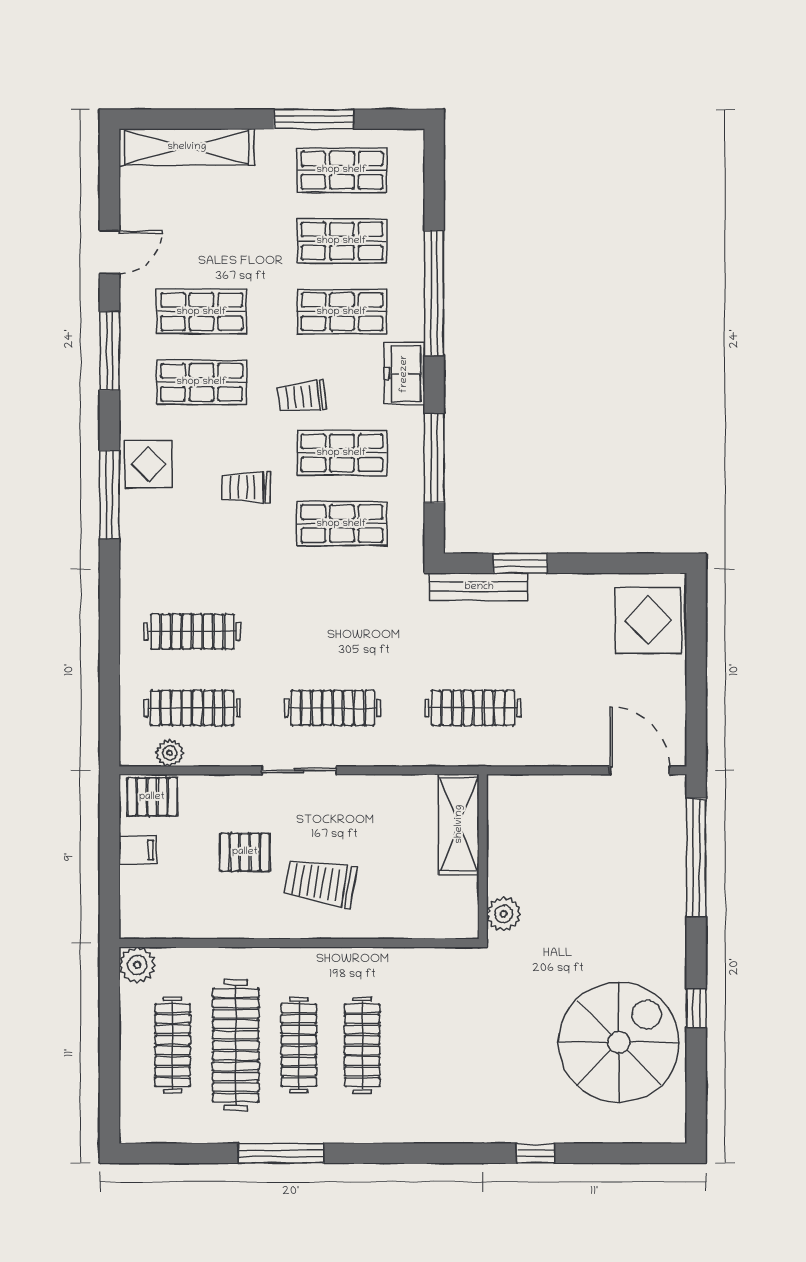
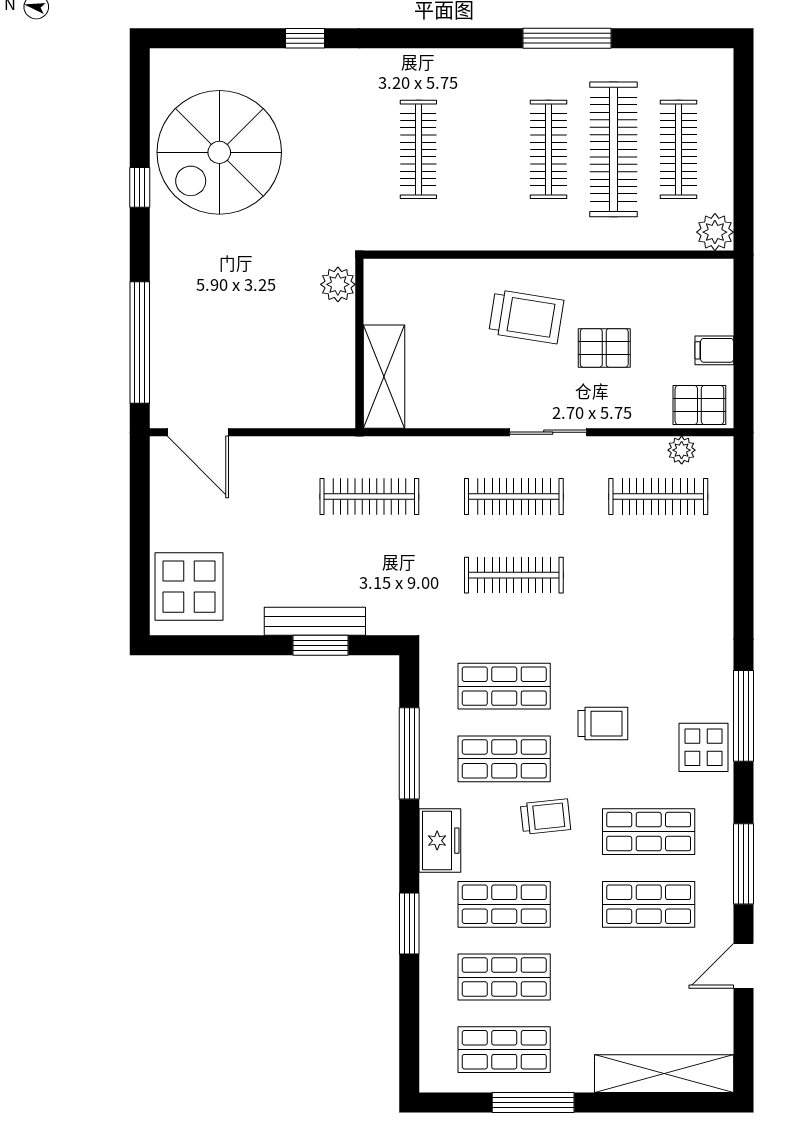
window: (434, 293) -> (409, 923), width x0.47
bench: (479, 587) -> (315, 621), moved
clothes rail: (192, 632) -> (514, 575), moved
clothes rail: (362, 1045) -> (418, 149), moved

